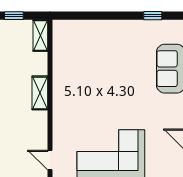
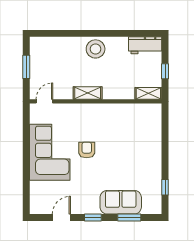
shelving: (40, 93) -> (88, 93), moved
armchair: (108, 109) -> (87, 150), added

